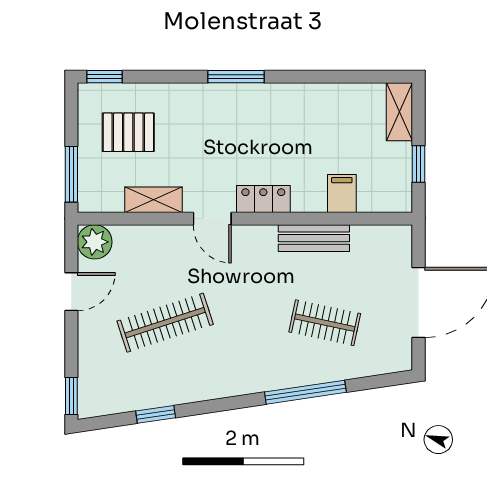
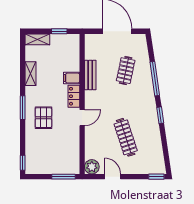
pallet: (128, 132) -> (43, 118), moved
filing cabinet: (342, 193) -> (72, 78), moved
shelving: (154, 200) -> (31, 74), moved
window: (156, 414) -> (160, 115), moved

